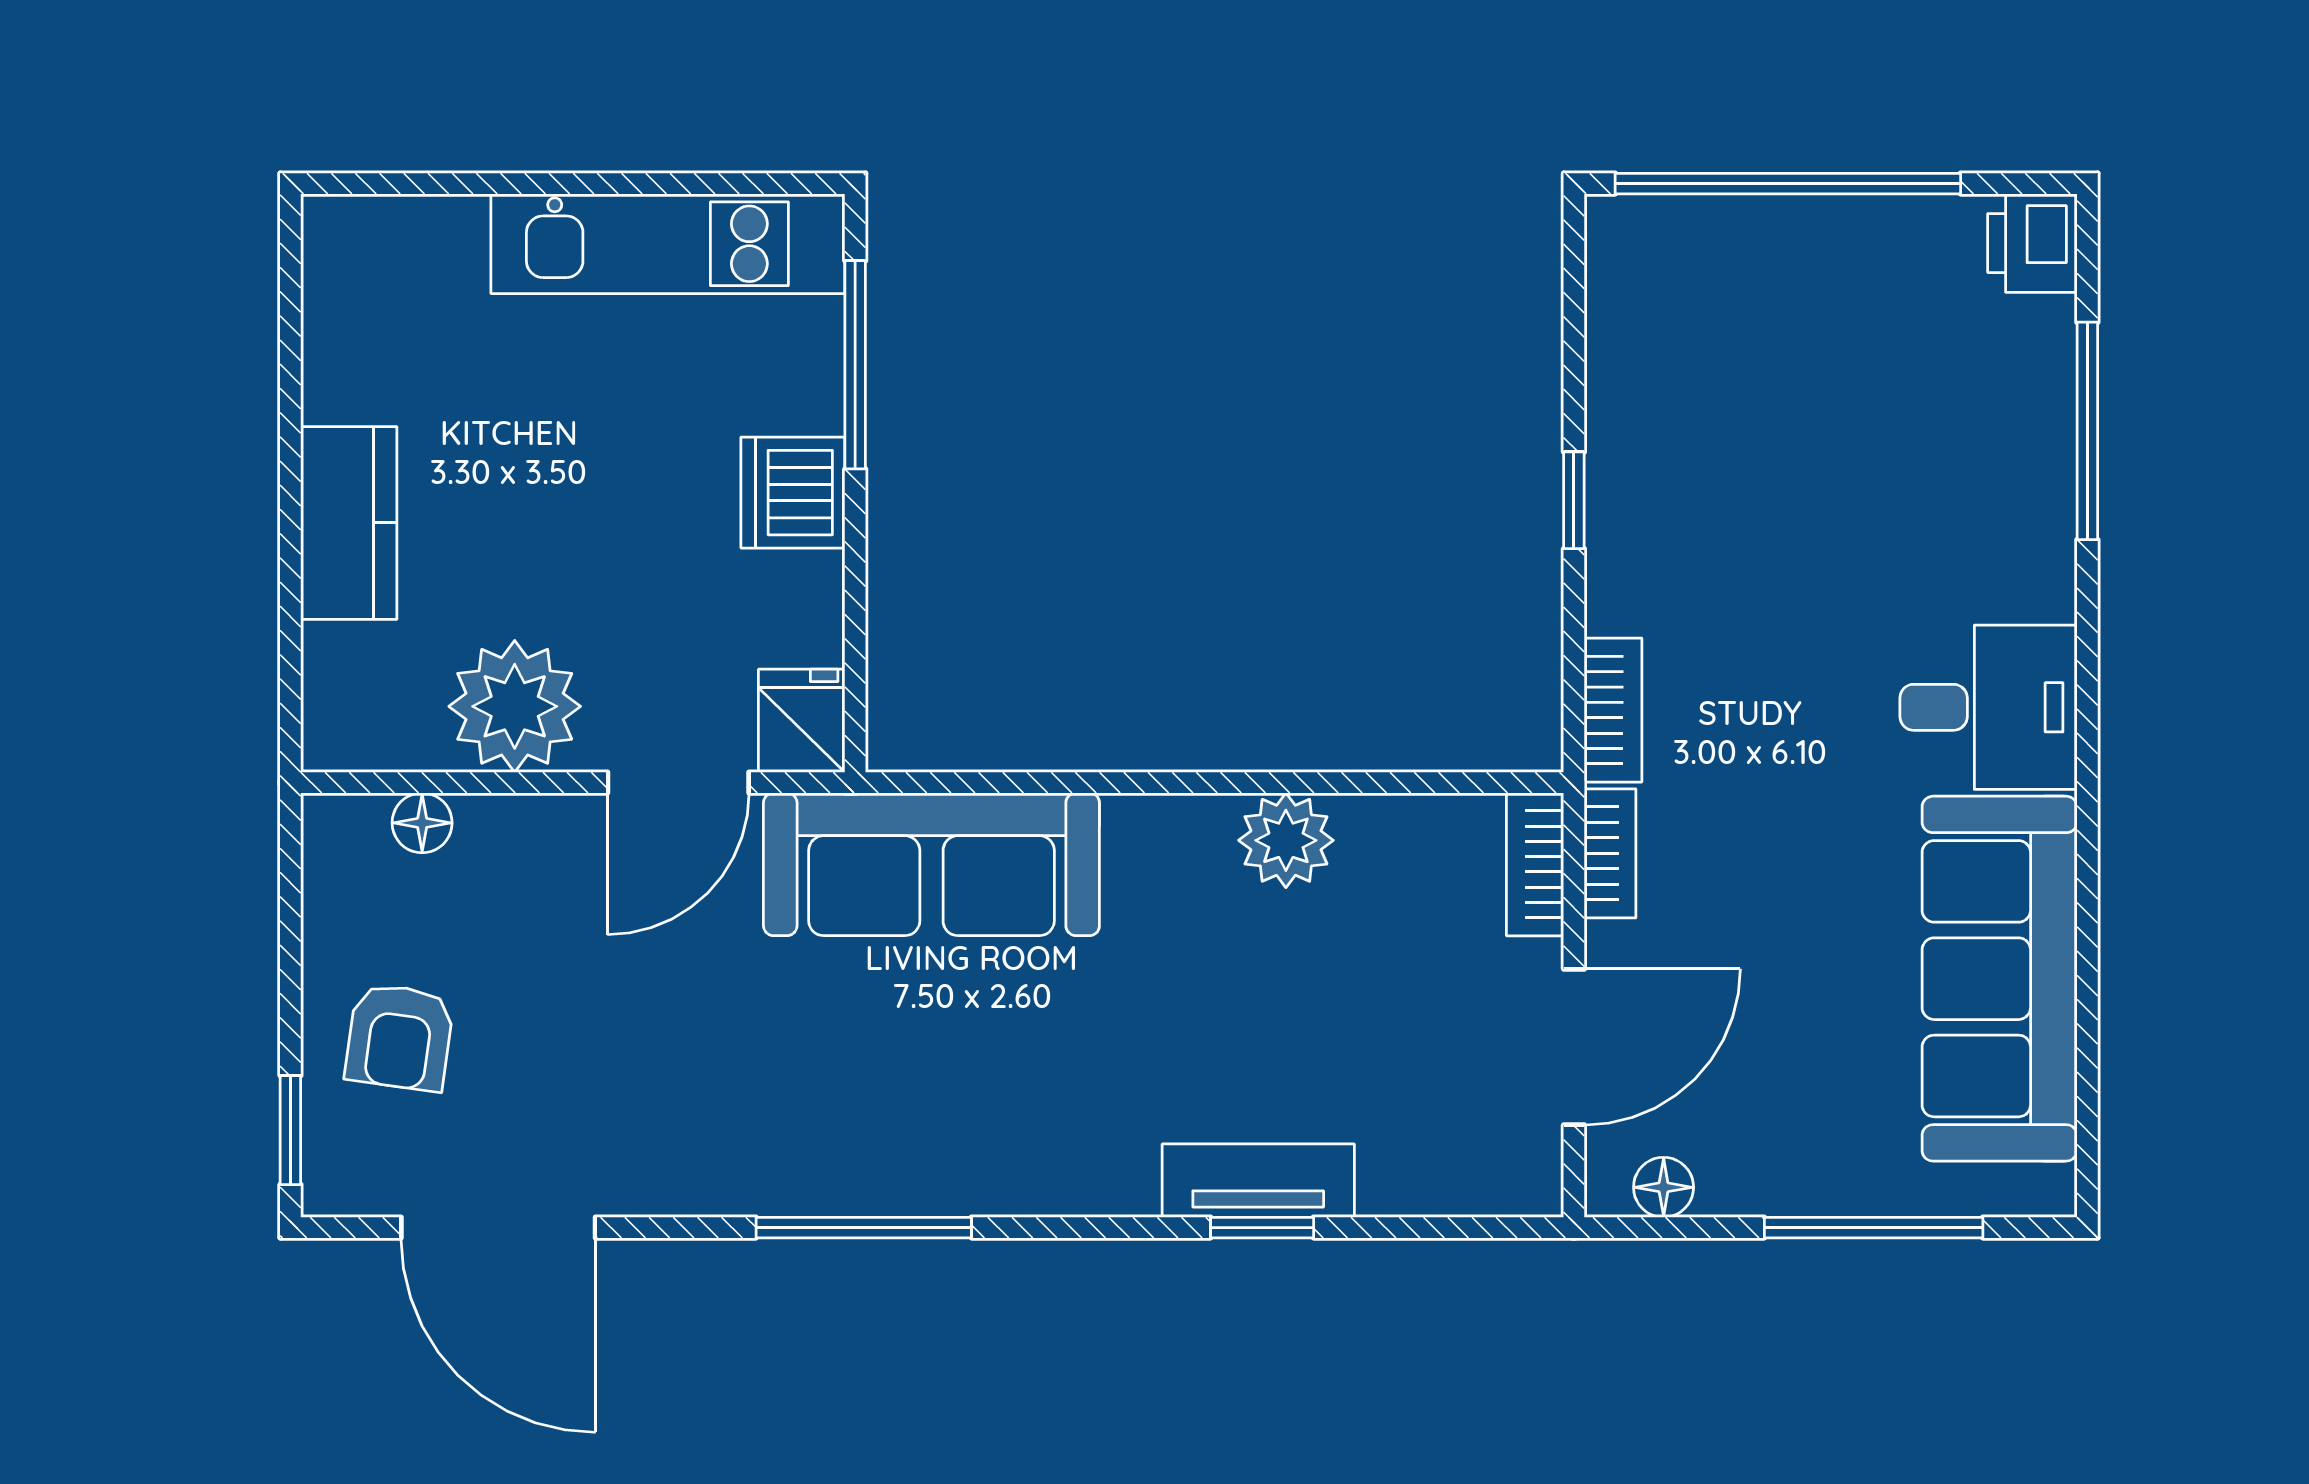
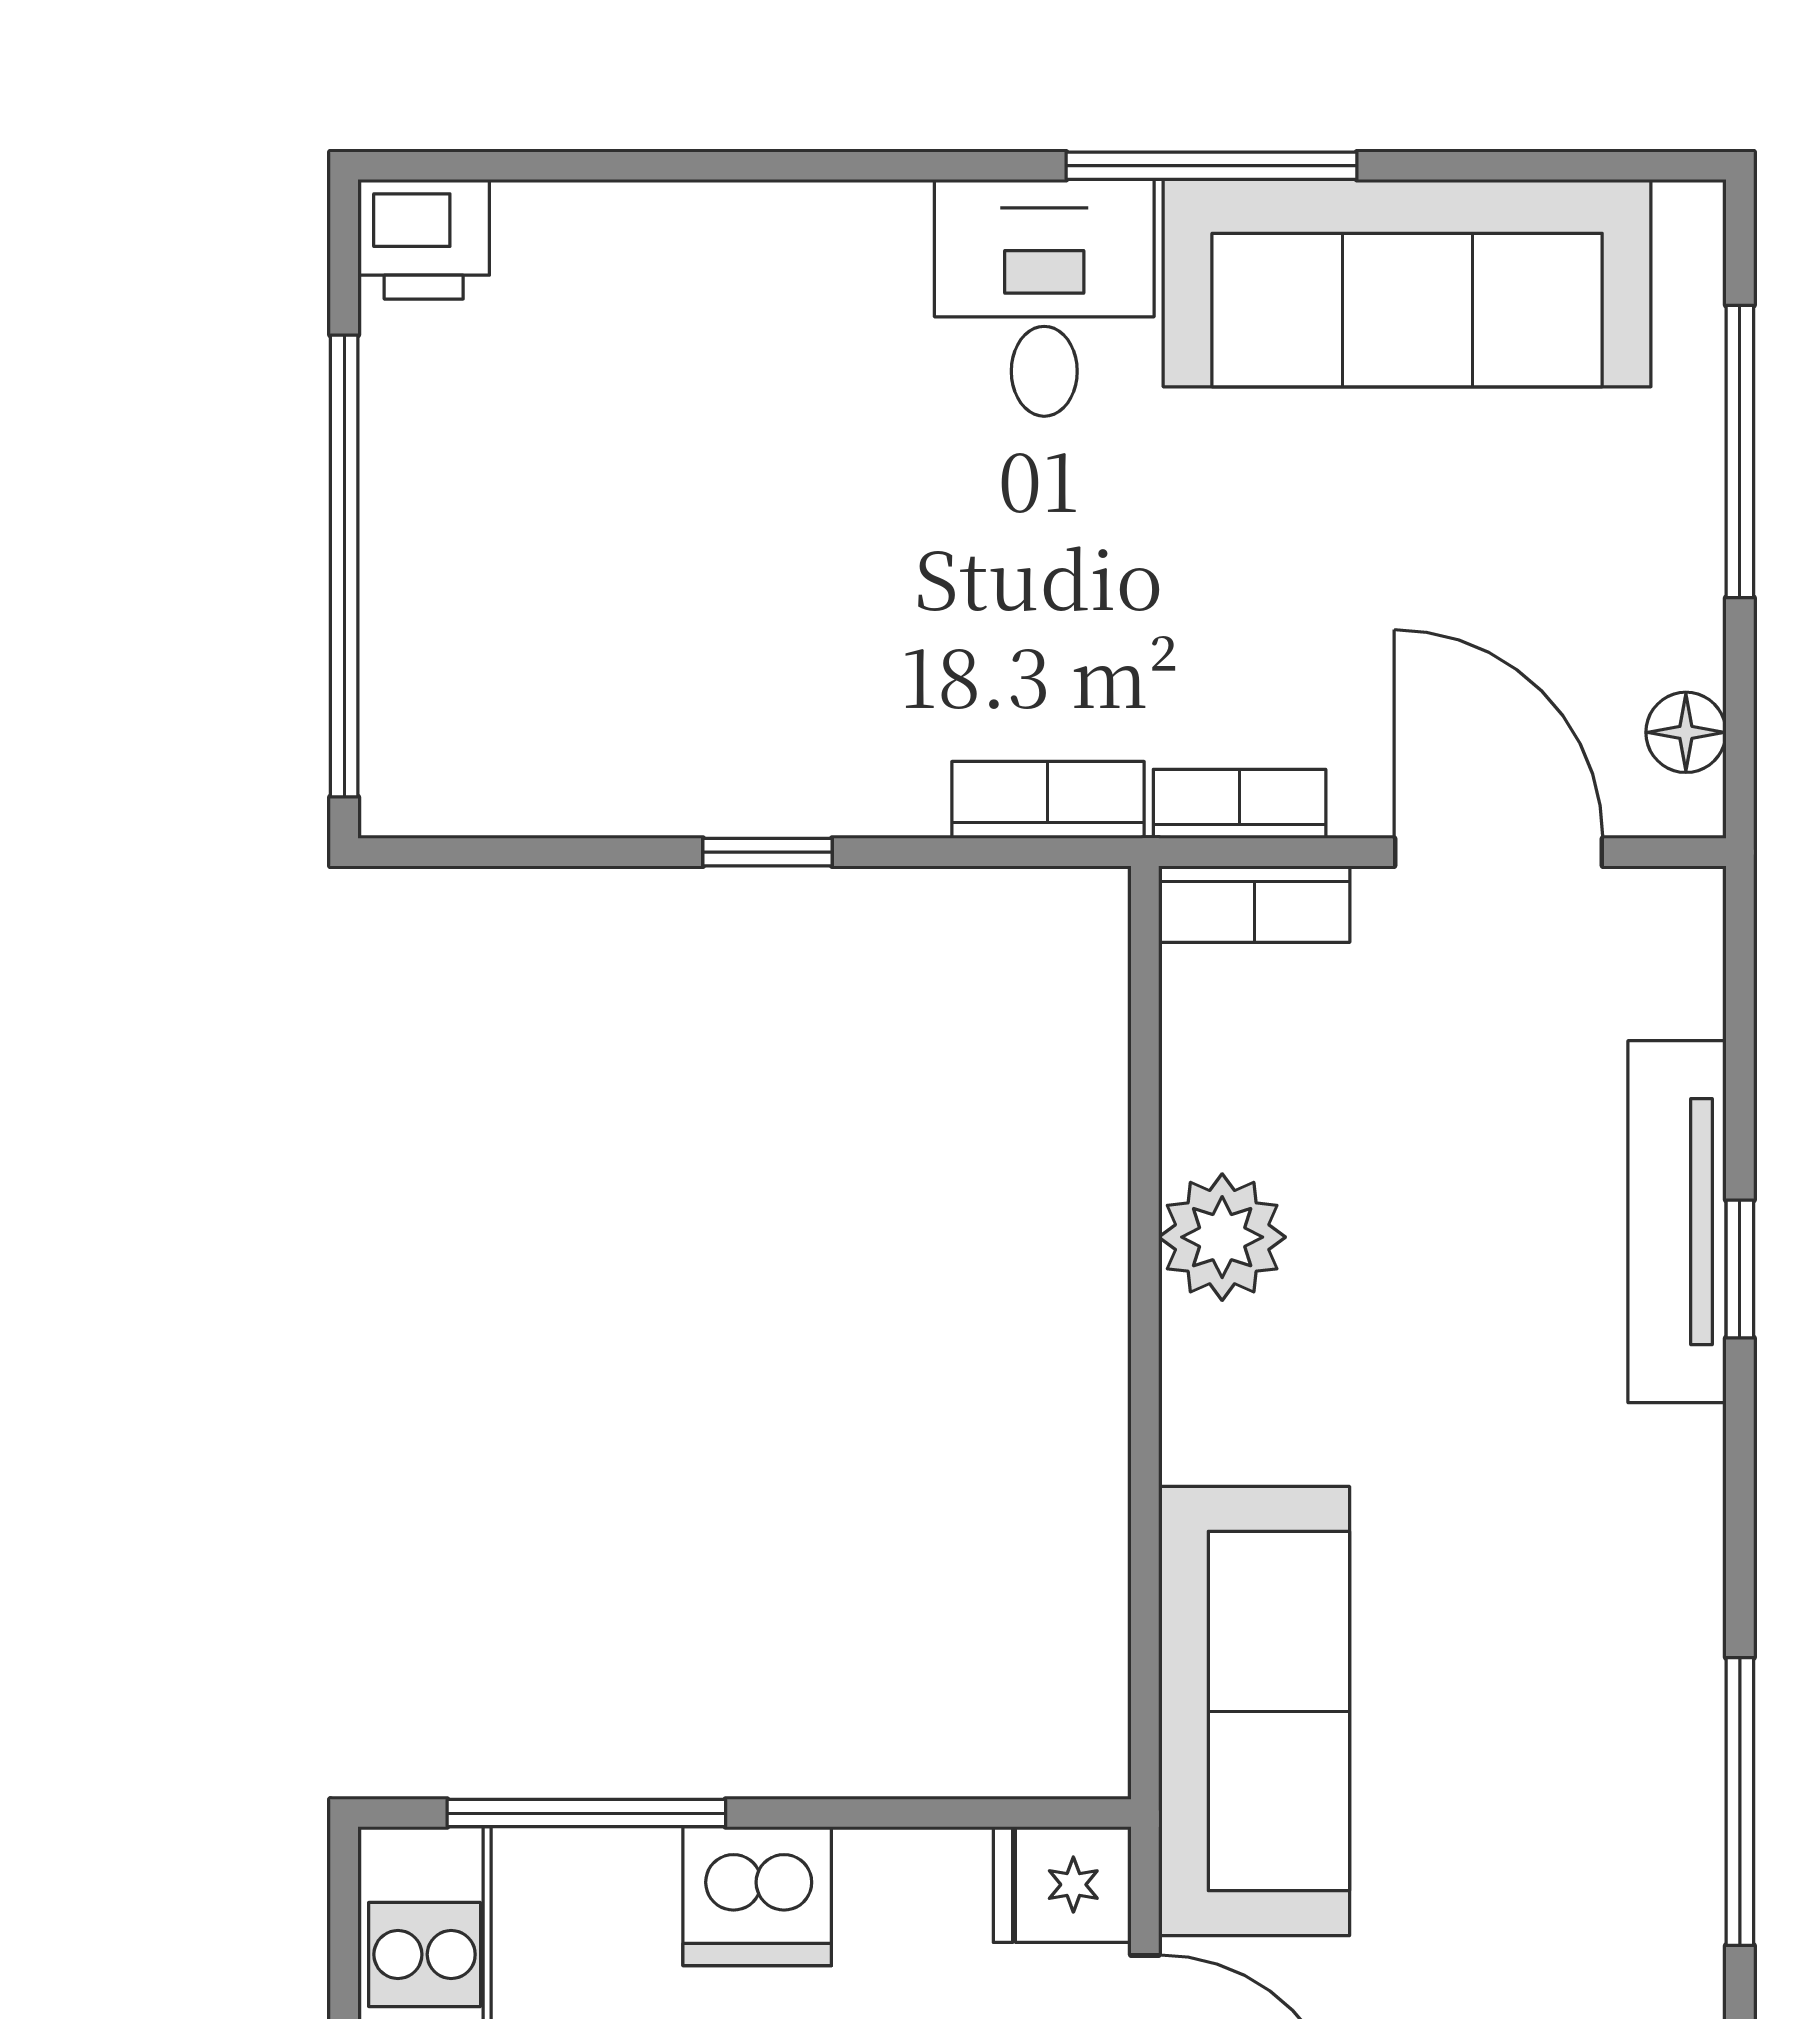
window: (2087, 431) -> (1212, 166), moved
tv unit: (1258, 1181) -> (1677, 1222), width x1.41

